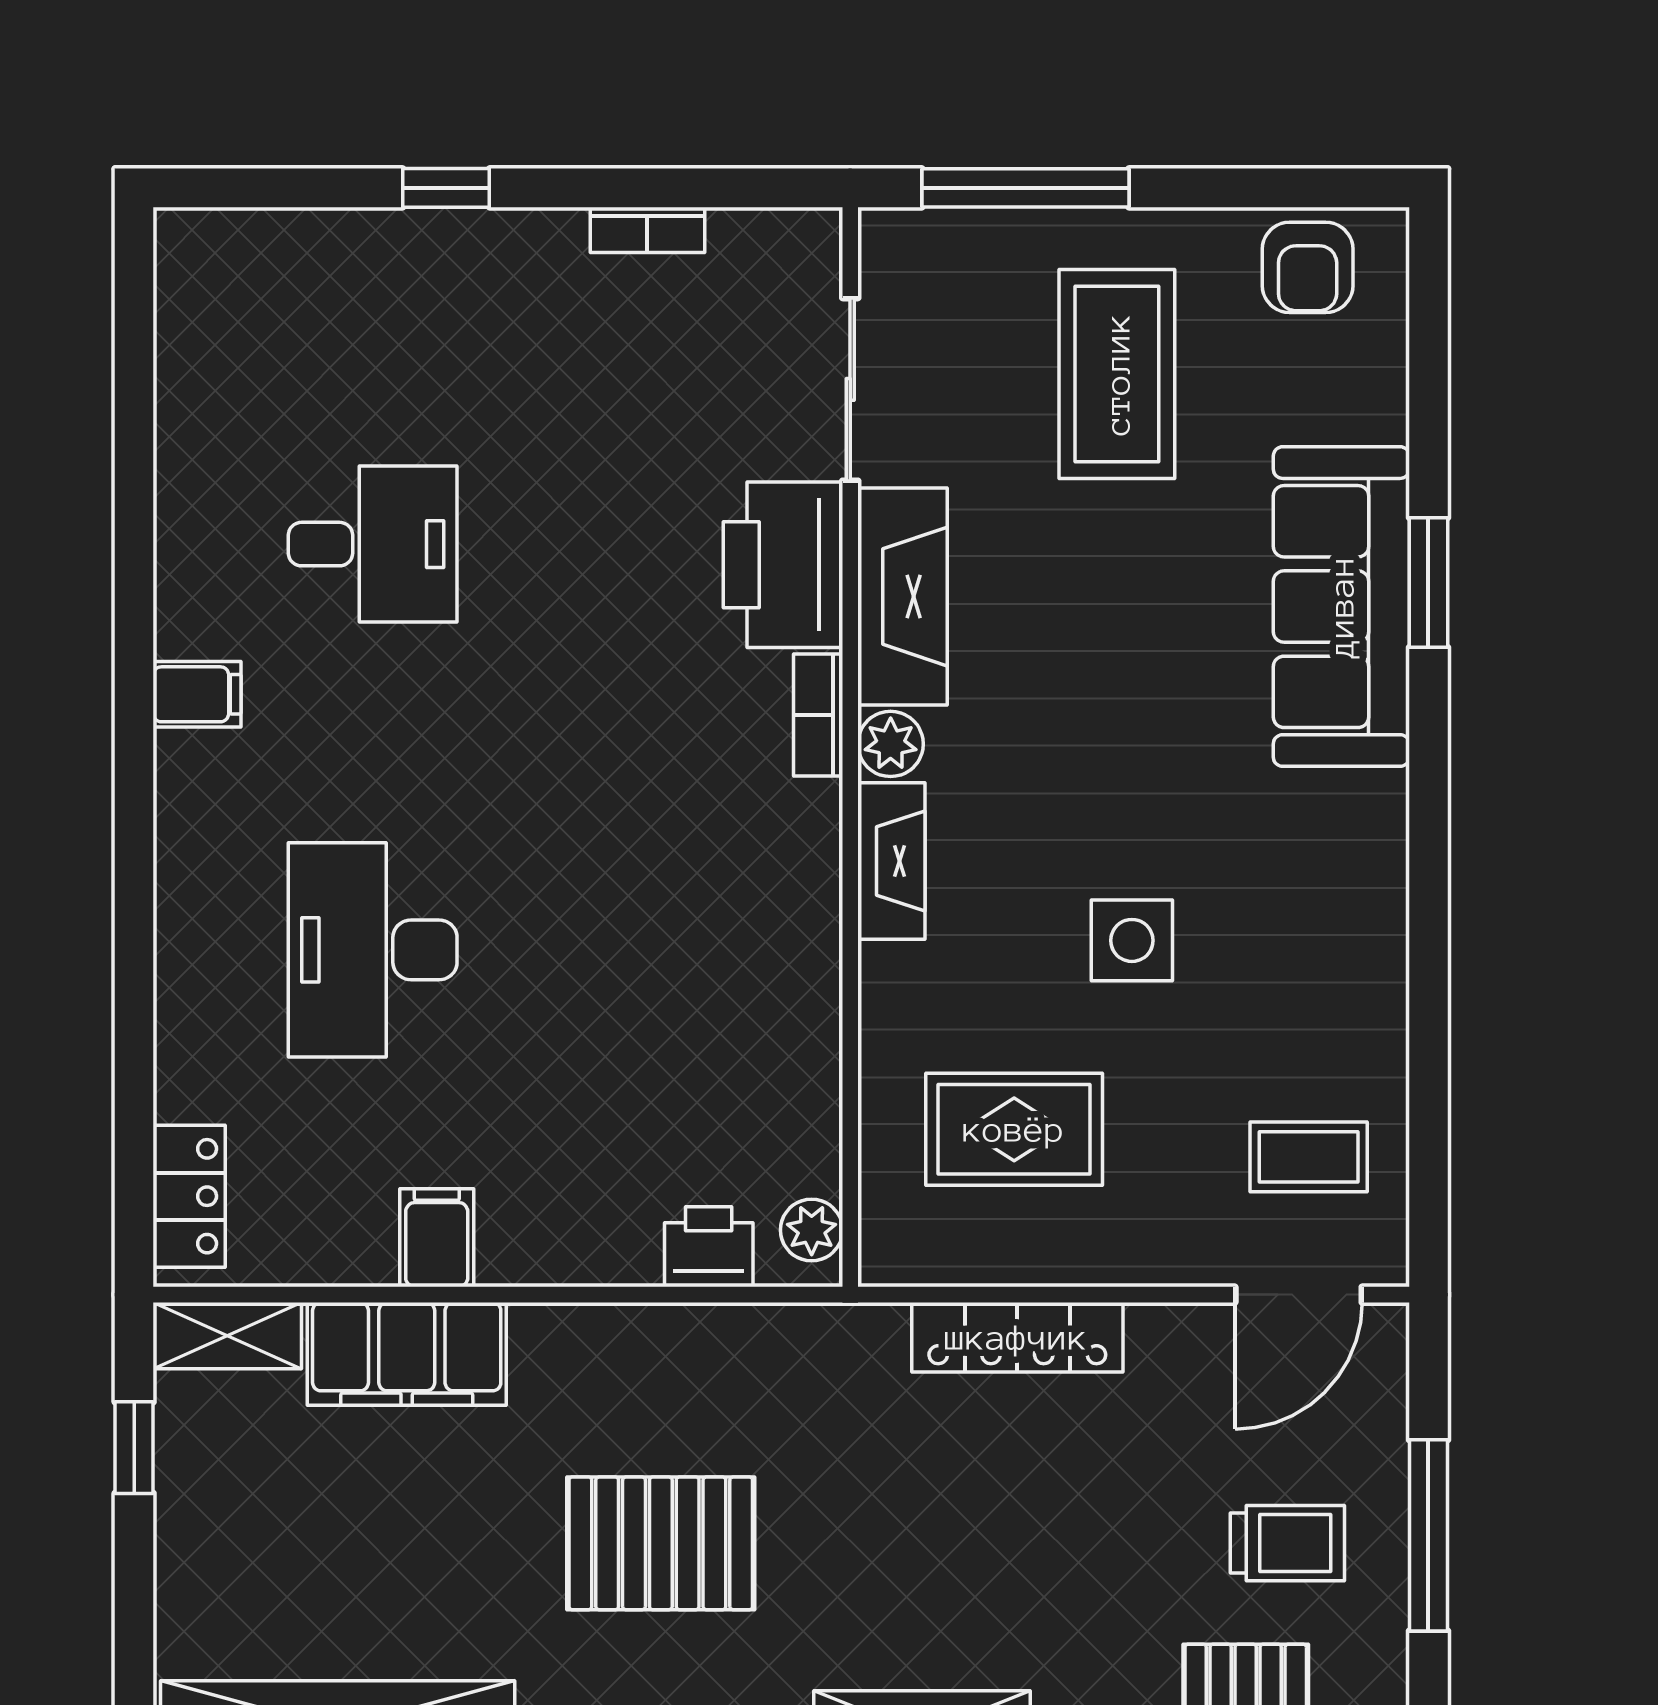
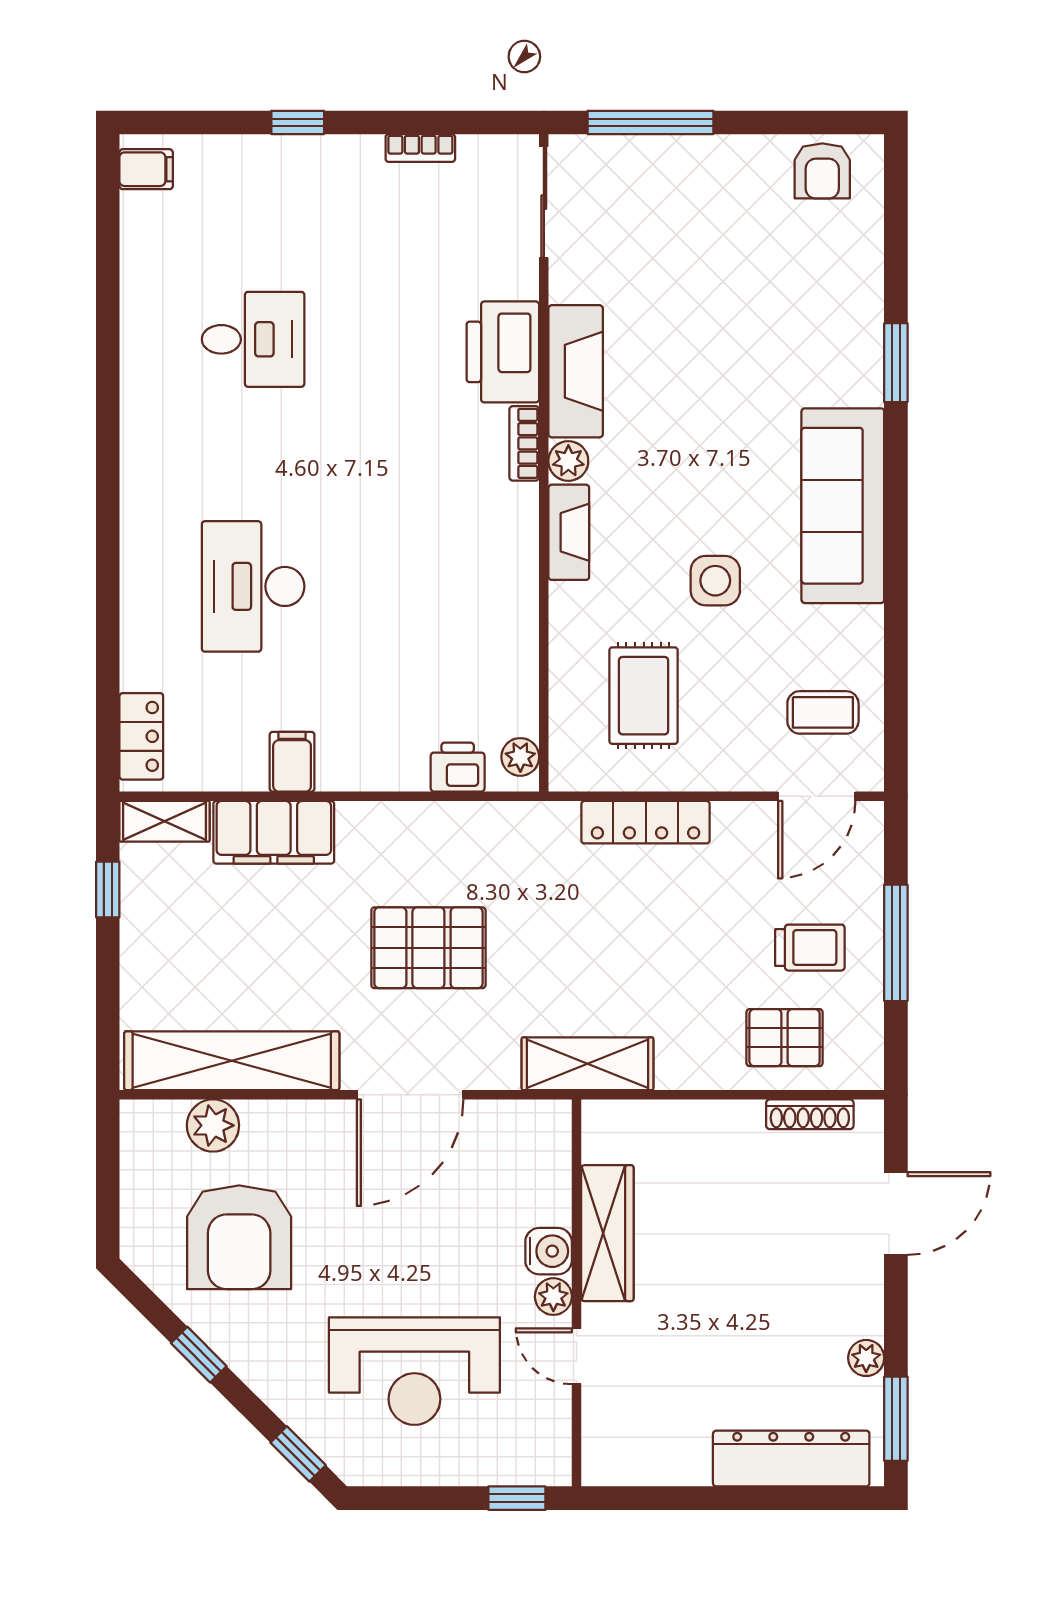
coffee table: (1117, 374) -> (706, 236), removed
sliding door: (850, 389) -> (544, 202), moved
sofa: (1341, 607) -> (843, 506), moved
filing cabinet: (197, 694) -> (146, 169), moved
rug: (1014, 1129) -> (644, 696), turned 90

